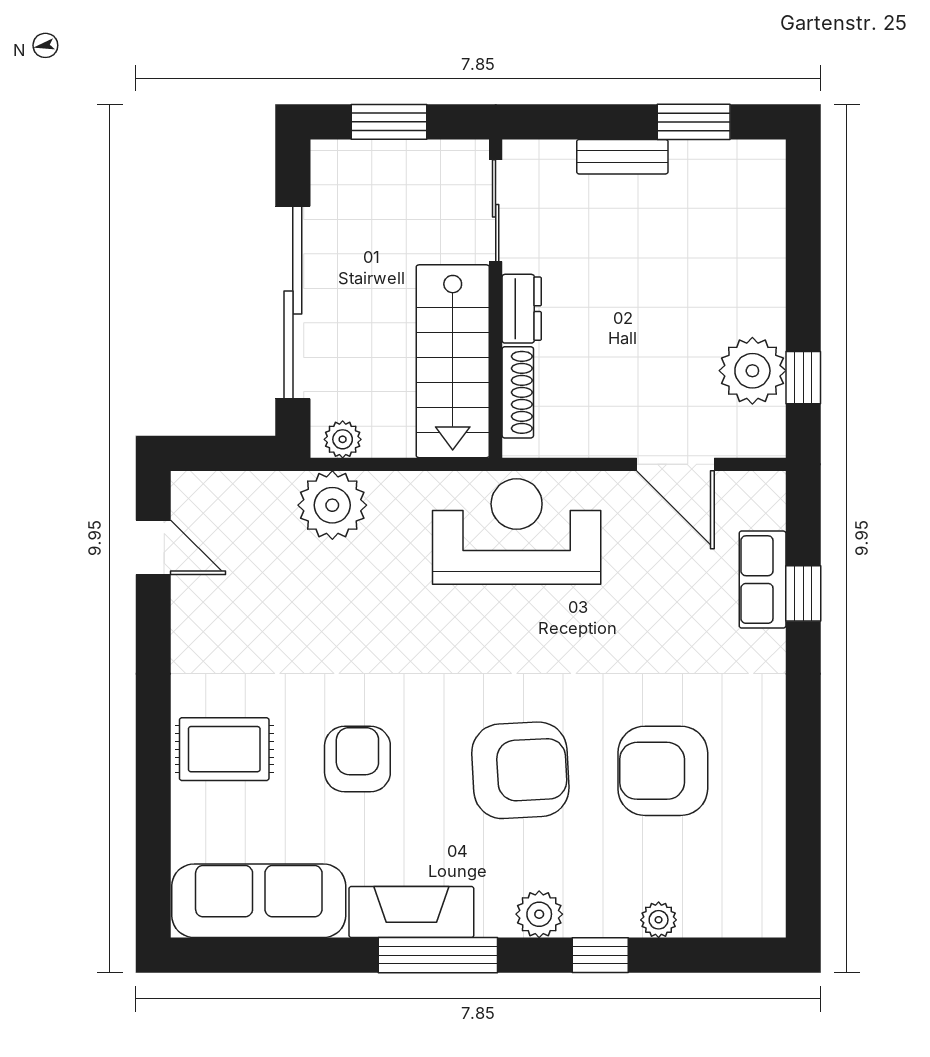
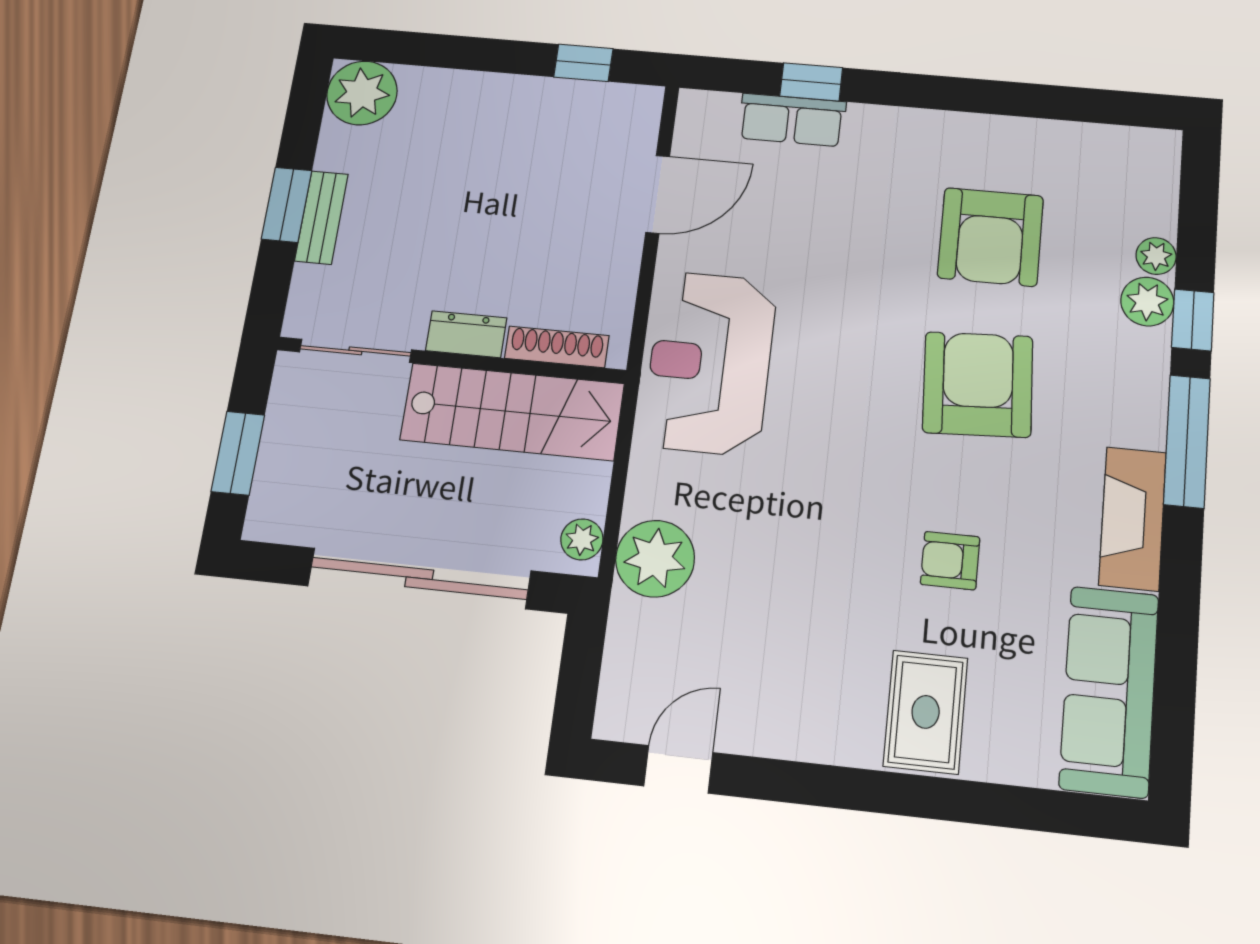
window: (694, 122) -> (287, 205), moved
plant: (752, 371) -> (362, 93), moved
armchair: (357, 759) -> (950, 561), width x0.72, depth x0.72
plant: (539, 914) -> (1147, 302), moved
window: (438, 955) -> (1187, 441), moved

